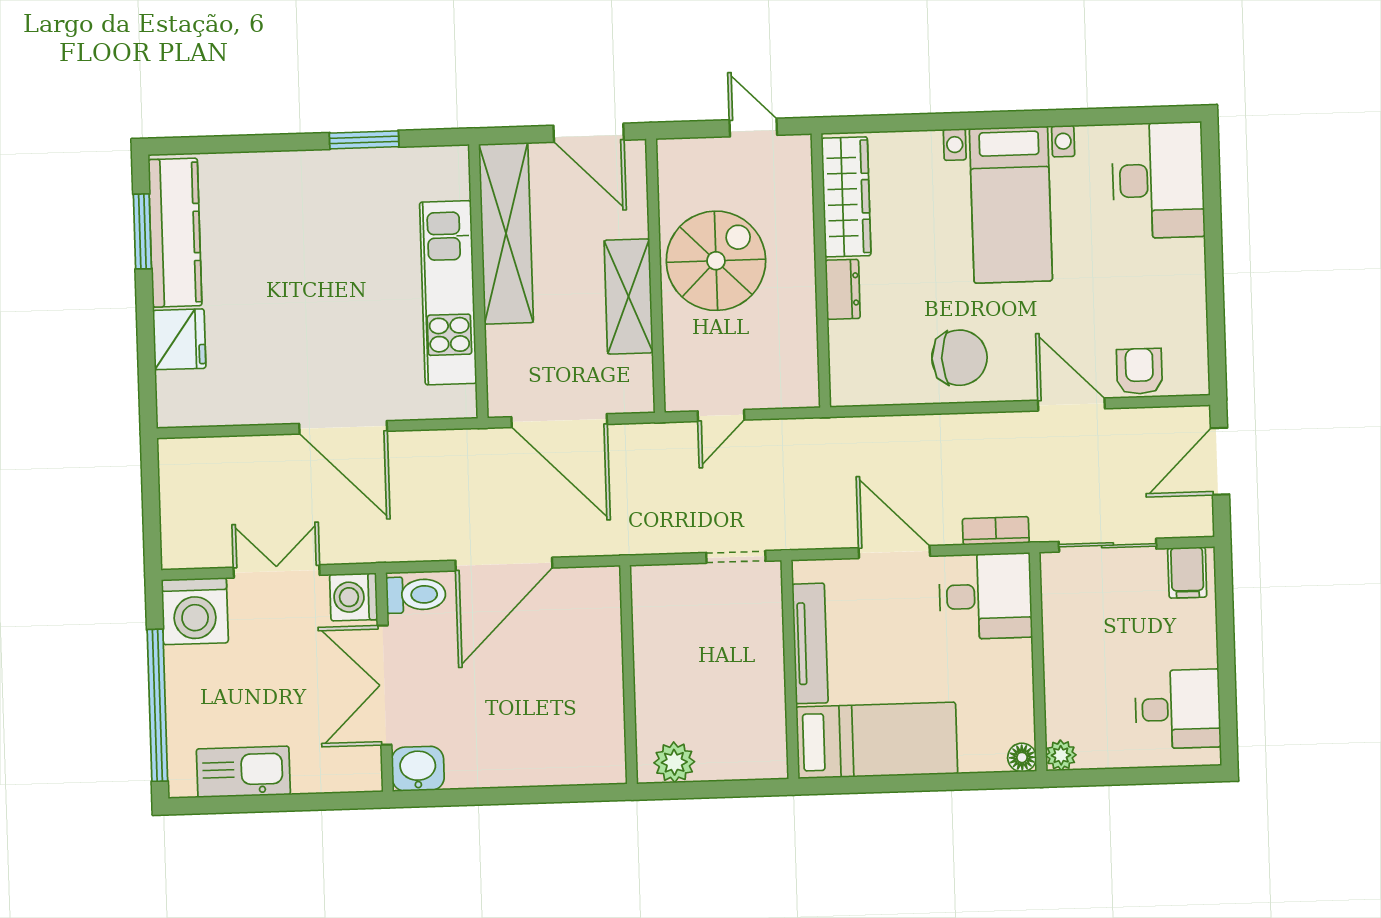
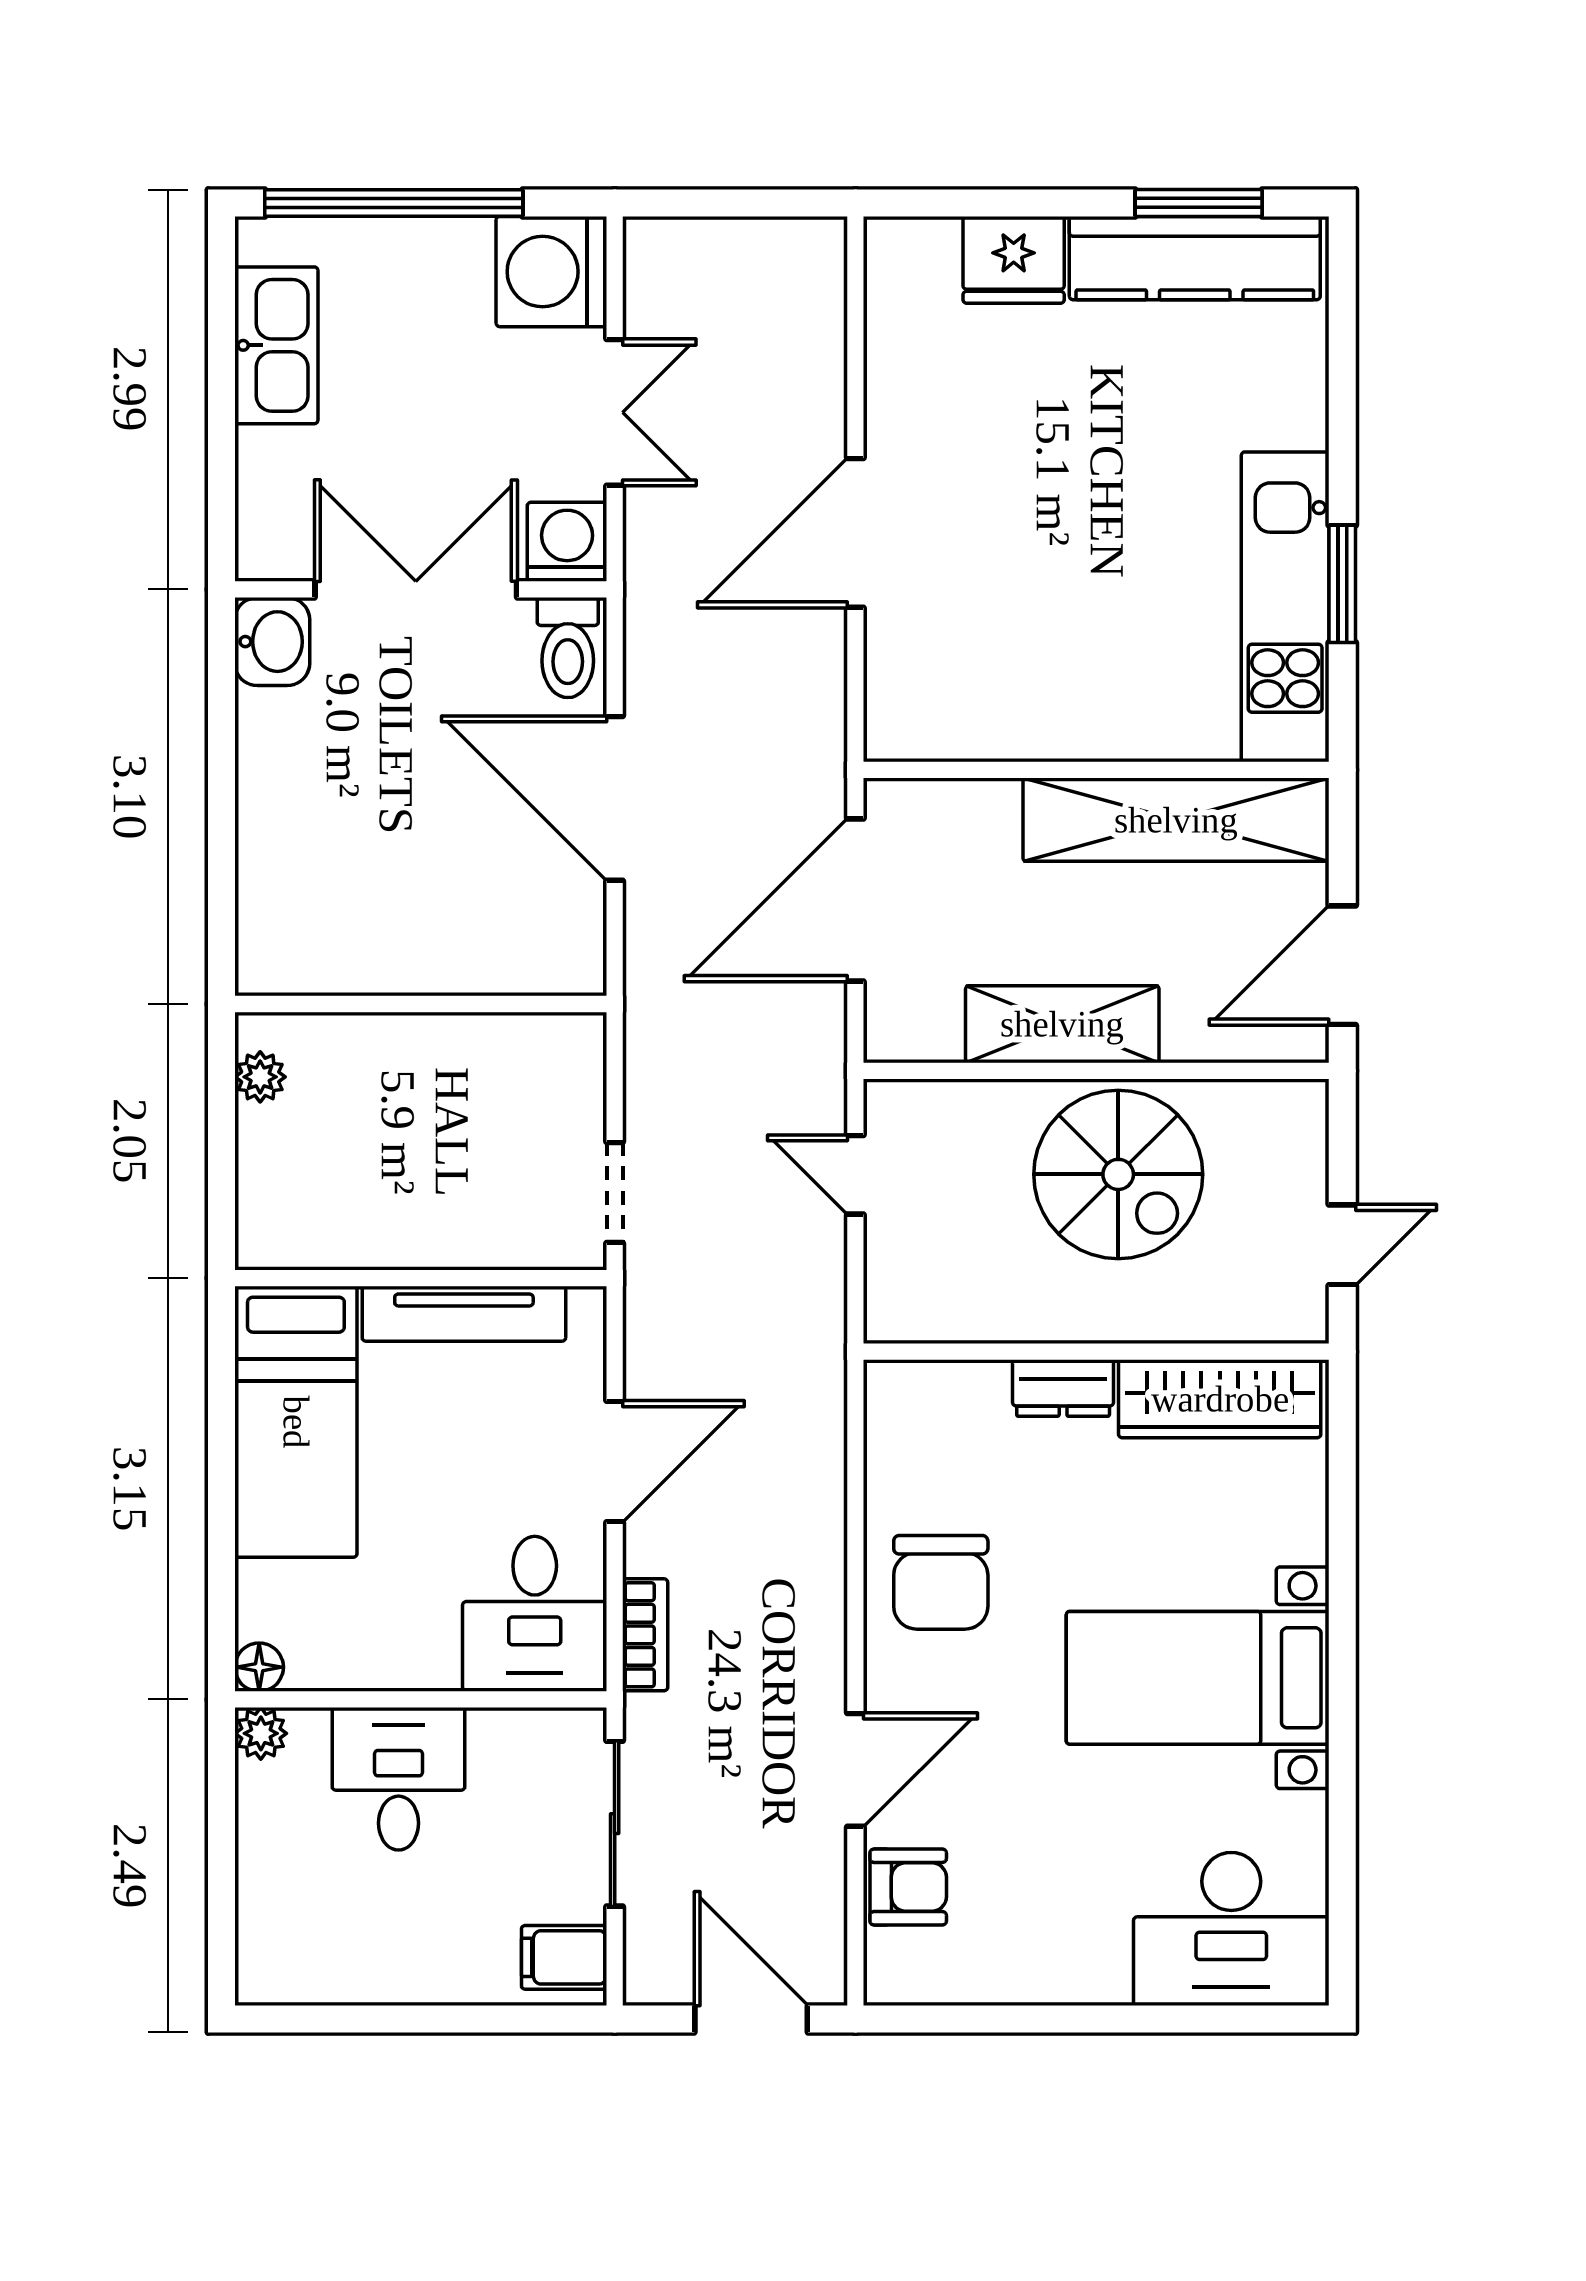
kitchen unit: (448, 293) -> (1285, 607), moved, turned -90
desk: (1178, 709) -> (398, 1779), moved, turned 180
plant: (674, 762) -> (260, 1077), width x0.73, depth x0.73

